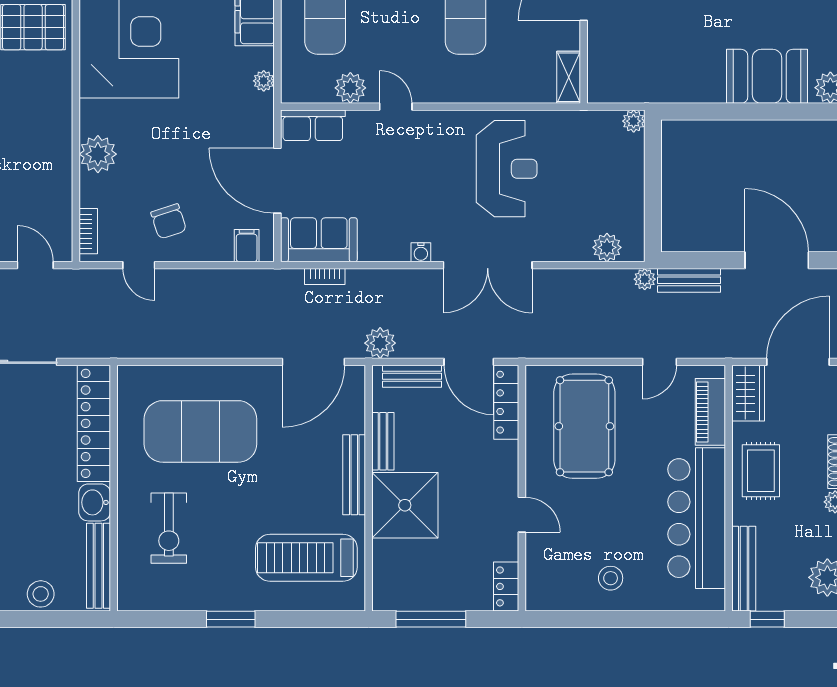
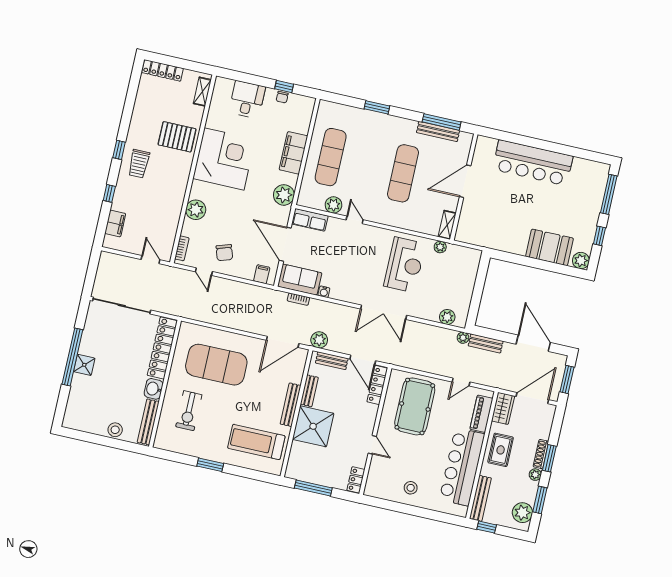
plant: (264, 81) -> (284, 195), width x1.88, depth x1.88
plant: (634, 121) -> (440, 247), moved
water cooler: (421, 252) -> (324, 292), moved

